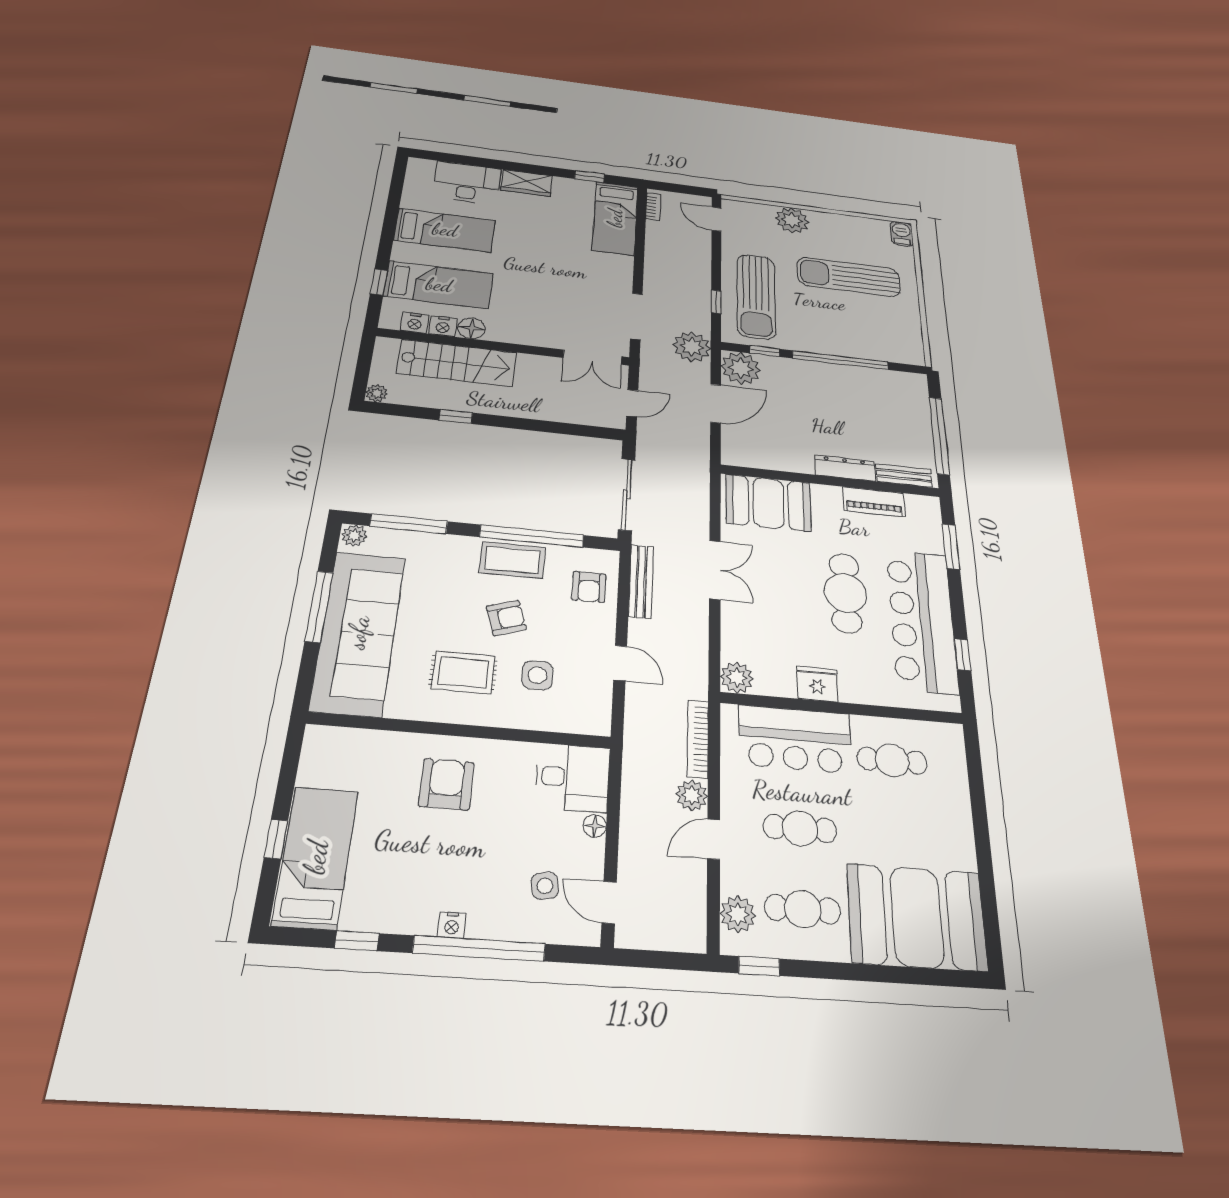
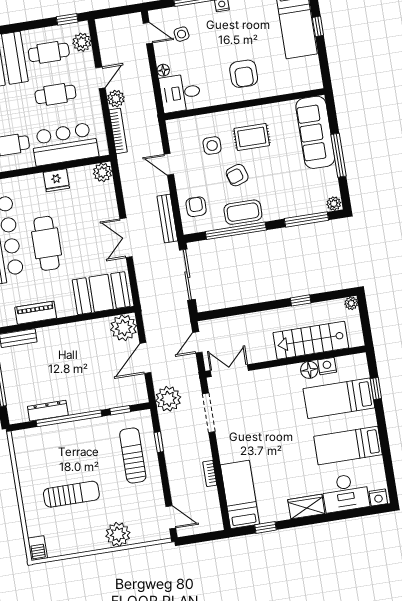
bookcase: (653, 207) -> (210, 473), moved
sun lounger: (849, 277) -> (71, 494), width x0.73, depth x0.75
sun lounger: (756, 296) -> (133, 455), width x0.73, depth x0.75
nightstand: (415, 323) -> (378, 497), moved, turned 180
plant: (741, 368) -> (124, 328), moved
dresser: (845, 468) -> (48, 411), moved, turned 180
sofa: (358, 632) -> (315, 132), width x0.74, depth x0.79

